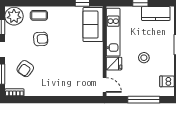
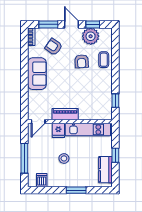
plant: (14, 16) -> (91, 36), moved
sofa: (93, 25) -> (37, 74), moved, turned 90
piano: (97, 56) -> (65, 114), added

